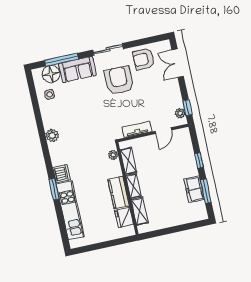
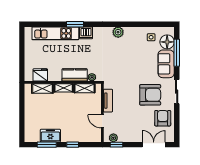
kitchen counter: (119, 193) -> (75, 75), moved

